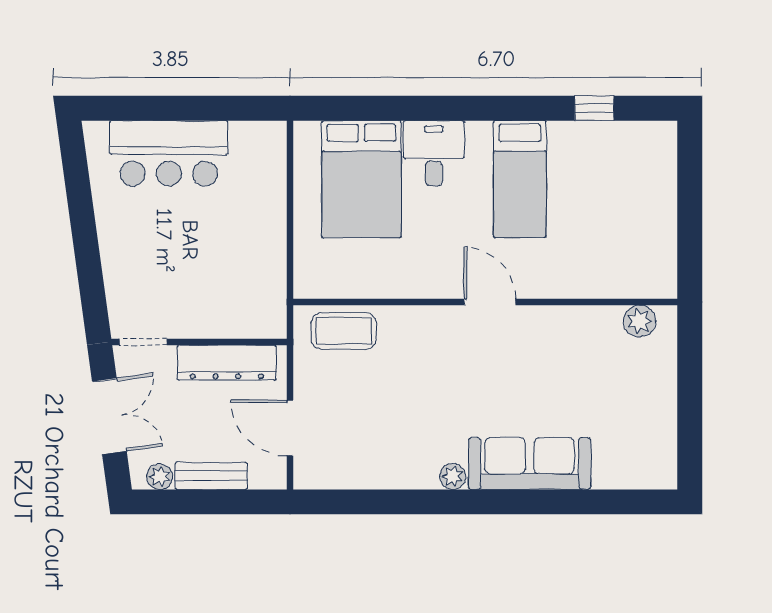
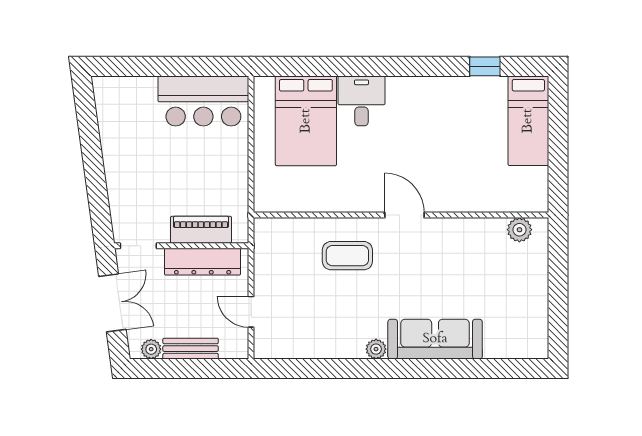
bar counter: (169, 153) -> (203, 101), moved
bed: (520, 179) -> (528, 121), moved
piano: (225, 321) -> (201, 230), added
coffee table: (344, 331) -> (347, 256), moved
door: (290, 428) -> (251, 312), width x0.73

